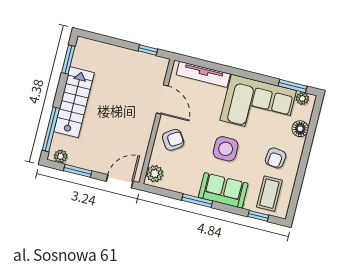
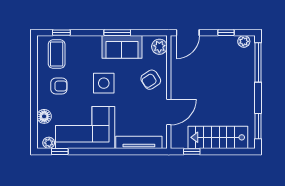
window: (293, 86) -> (60, 151), width x0.67
door: (162, 99) -> (169, 112), swing flipped
stairs: (74, 102) -> (218, 137), moved, turned 90
armchair: (276, 158) -> (59, 86), turned 83
window: (78, 171) -> (226, 33), width x0.67
sofa: (223, 190) -> (122, 47), moved

